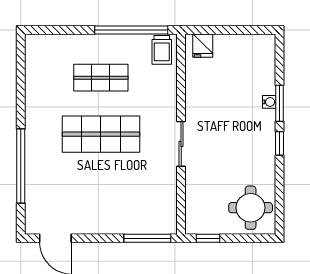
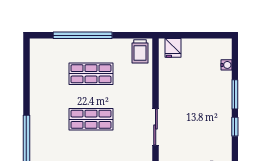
window: (131, 30) -> (83, 35), moved
water cooler: (269, 102) -> (226, 65), moved
shop shelf: (101, 134) -> (91, 119), width x0.70, depth x0.74

